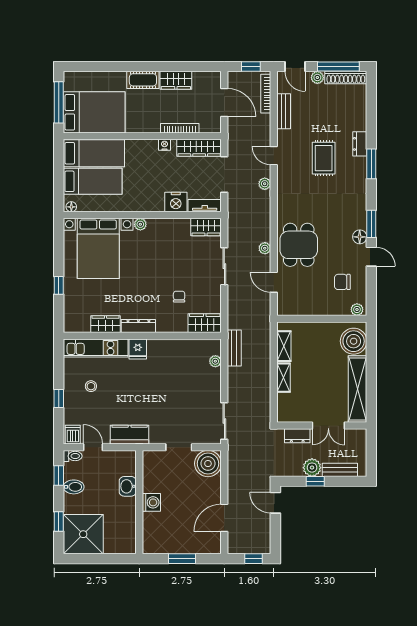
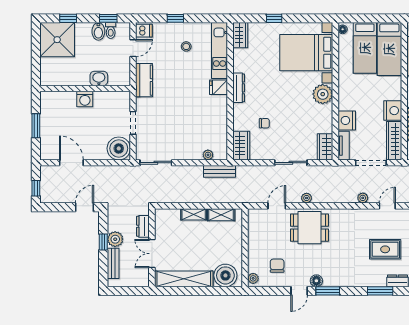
nightstand: (164, 145) -> (393, 111), width x1.89, depth x1.79
plant: (140, 224) -> (323, 94), width x1.88, depth x1.88
wardrobe: (106, 324) -> (240, 35), moved
toilet: (73, 456) -> (111, 30), moved

